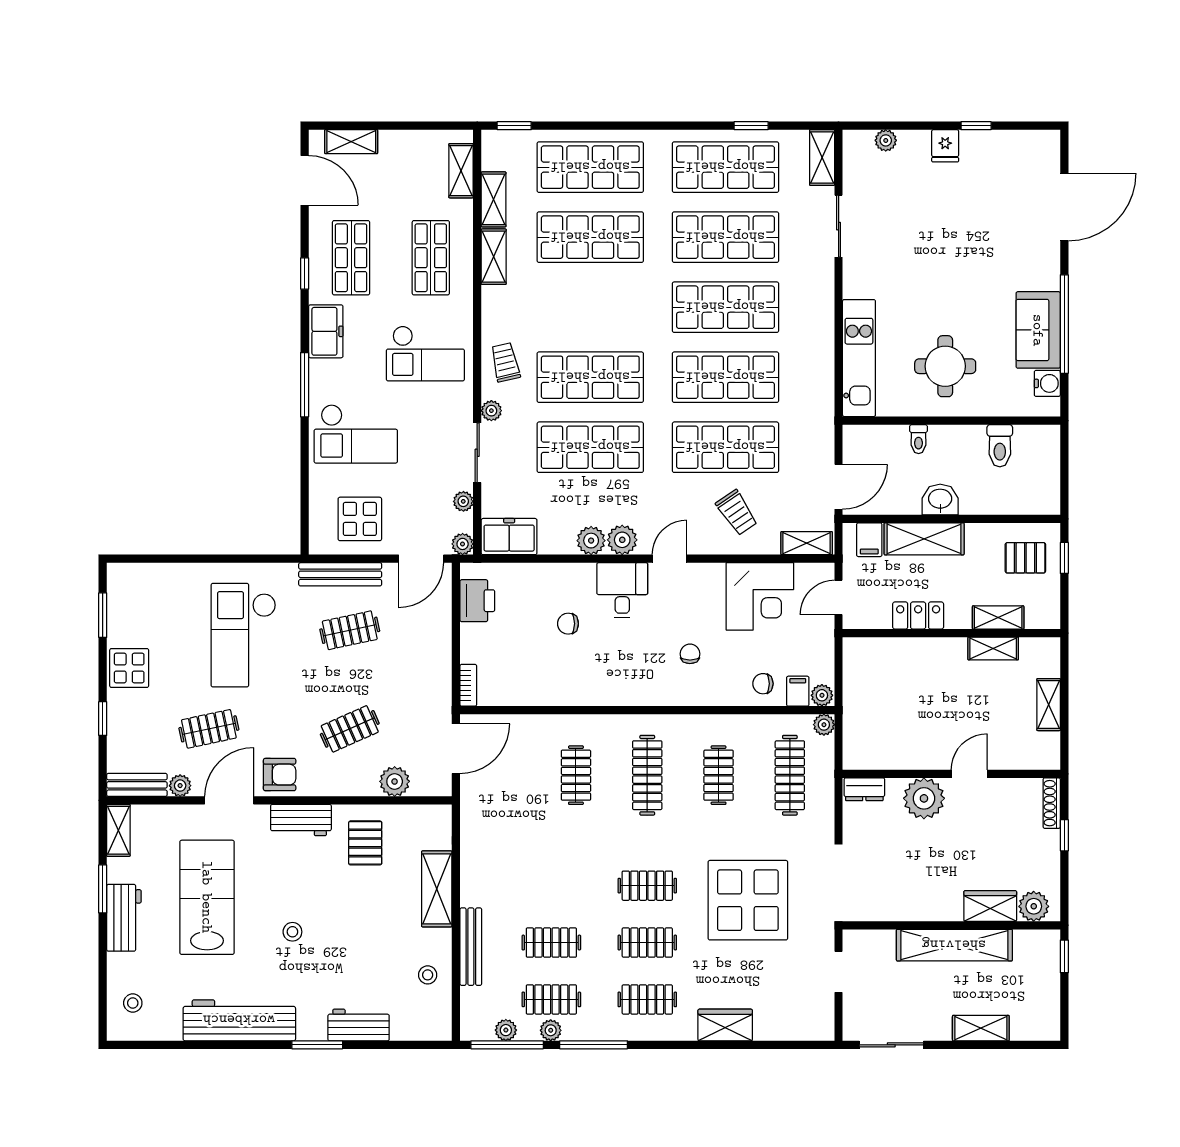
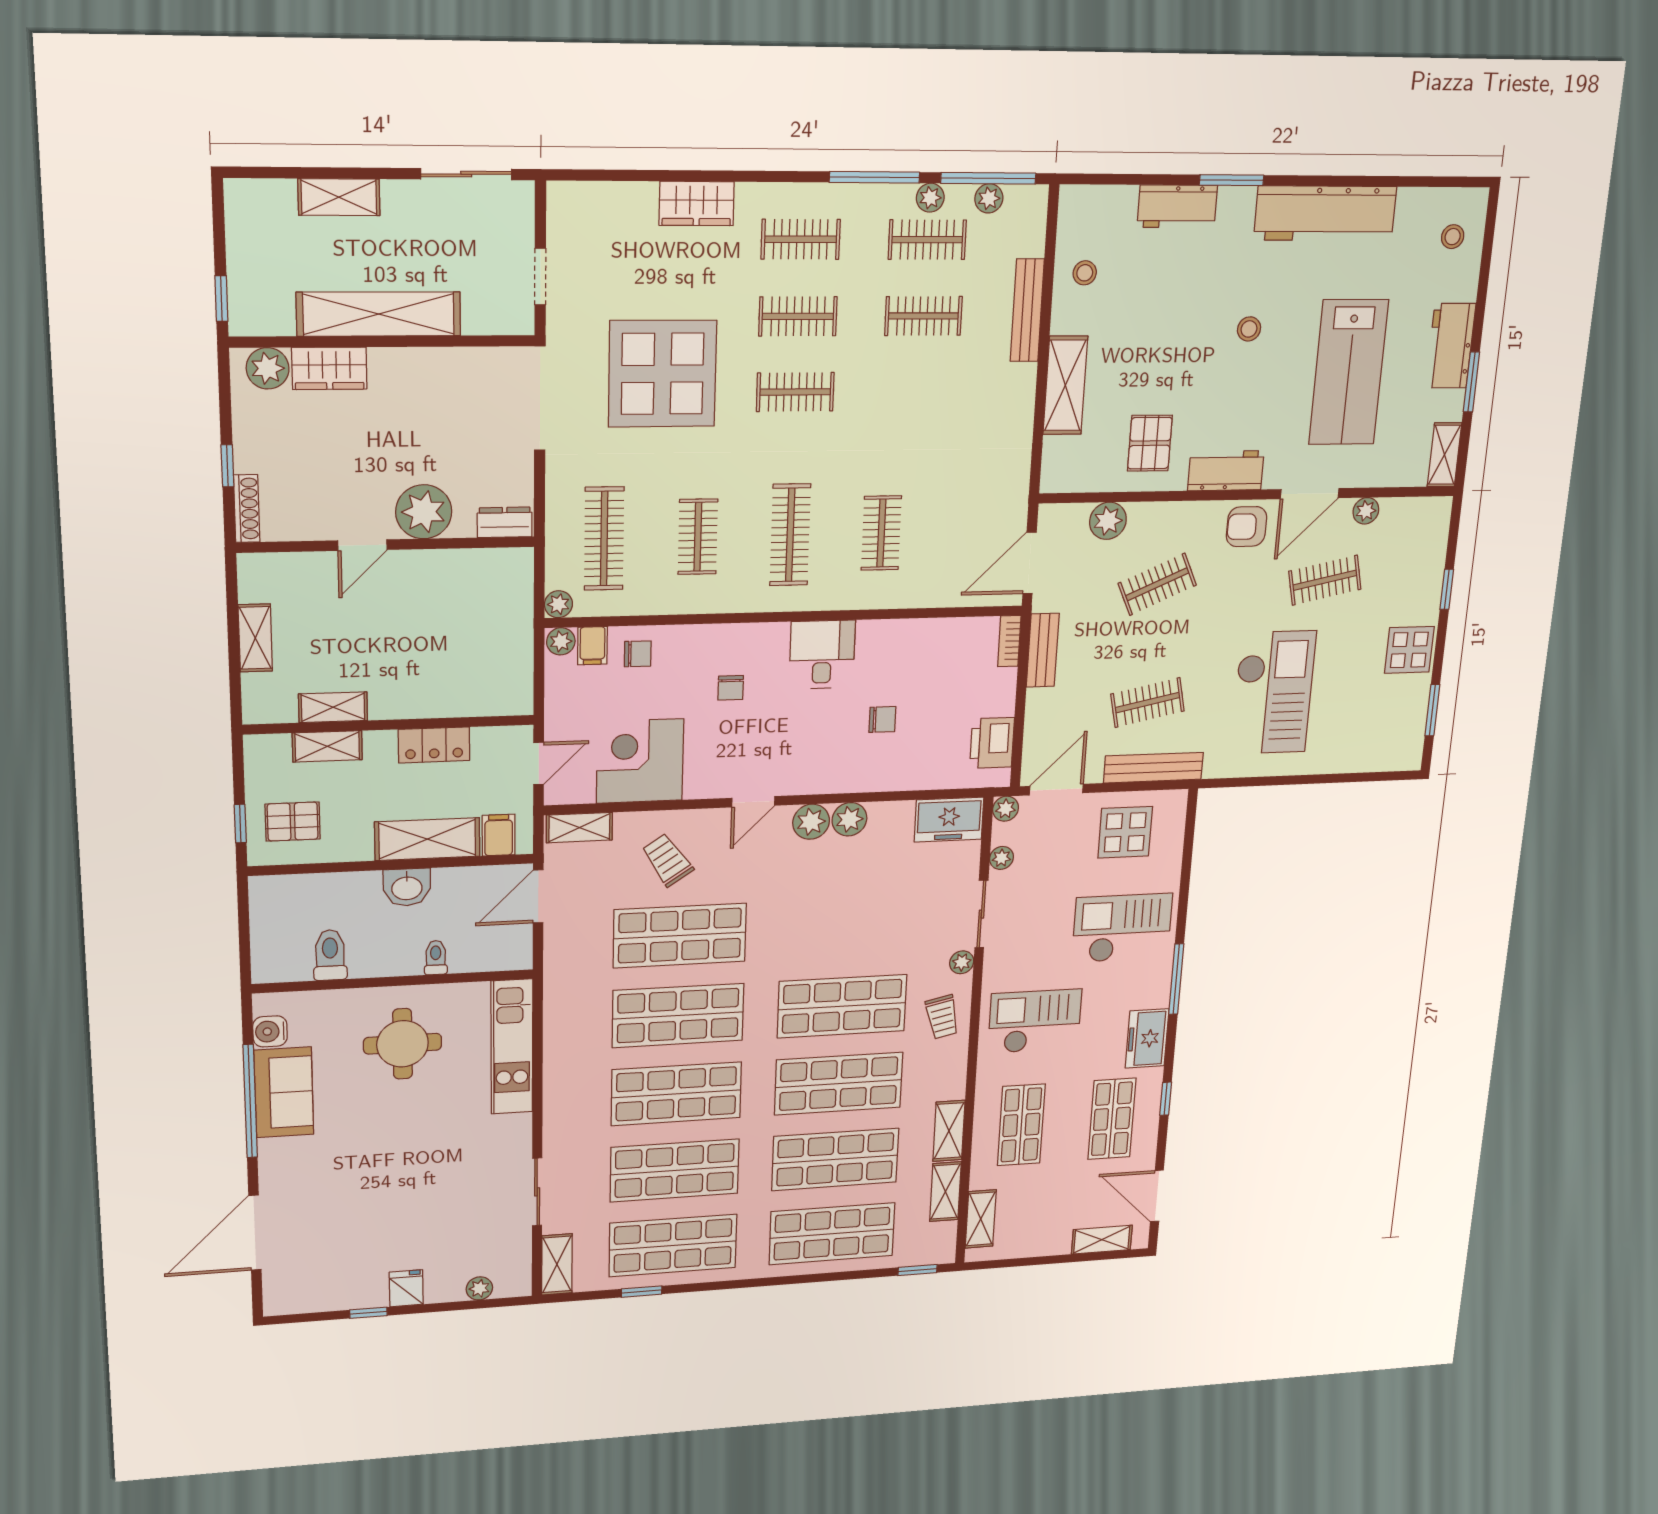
shop shelf: (590, 447) -> (839, 1084), moved
desk: (622, 590) -> (822, 655), moved, turned 180
bench: (137, 785) -> (1043, 650), moved, turned 90

